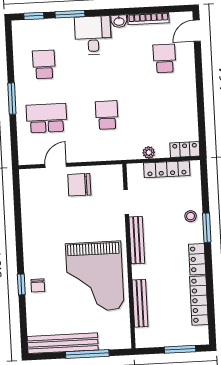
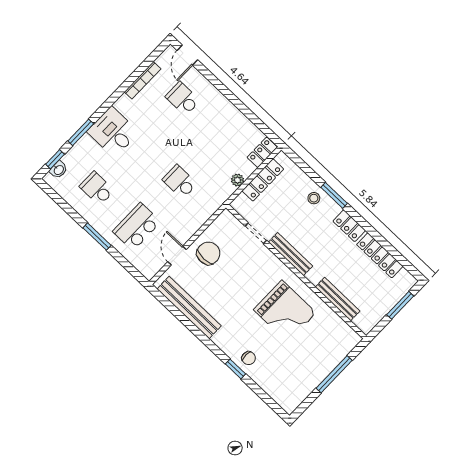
washbasin: (119, 21) -> (59, 170), moved
chair: (79, 185) -> (208, 253), turned 180
grand piano: (95, 277) -> (285, 311), width x0.73, depth x0.68
bench: (63, 343) -> (189, 307), moved, turned 90

